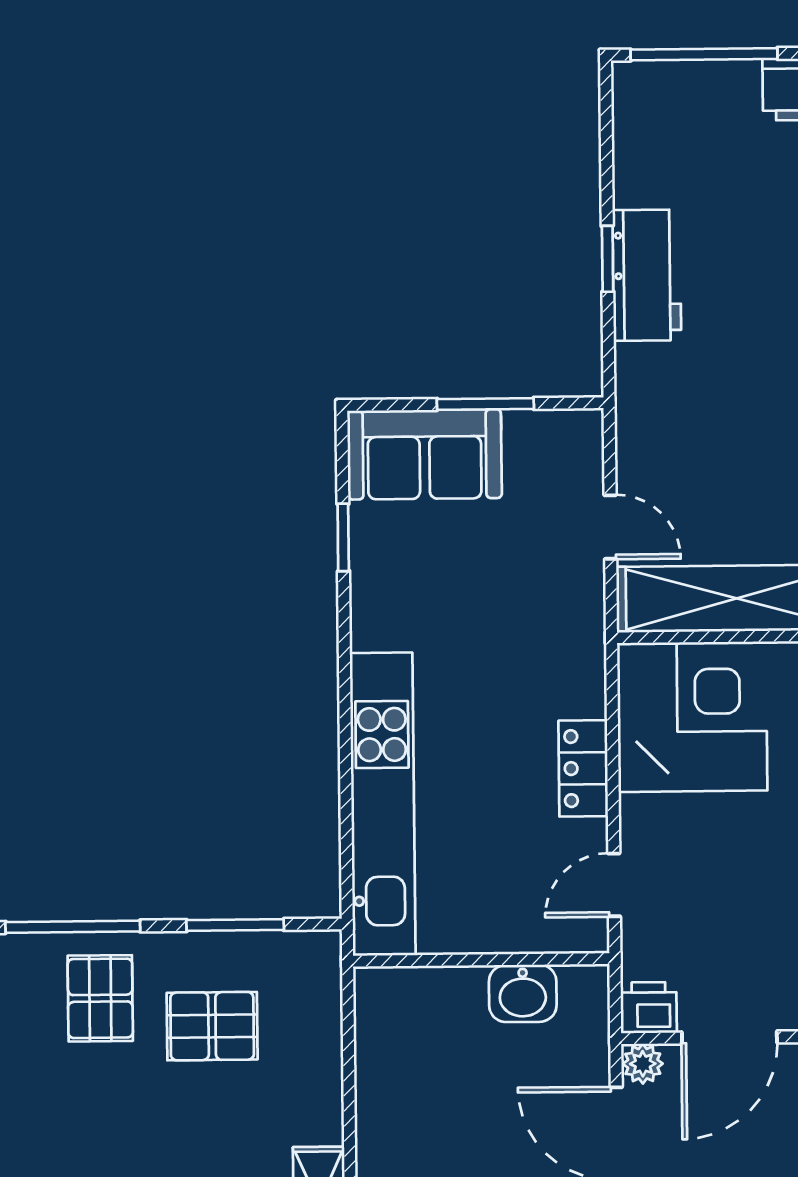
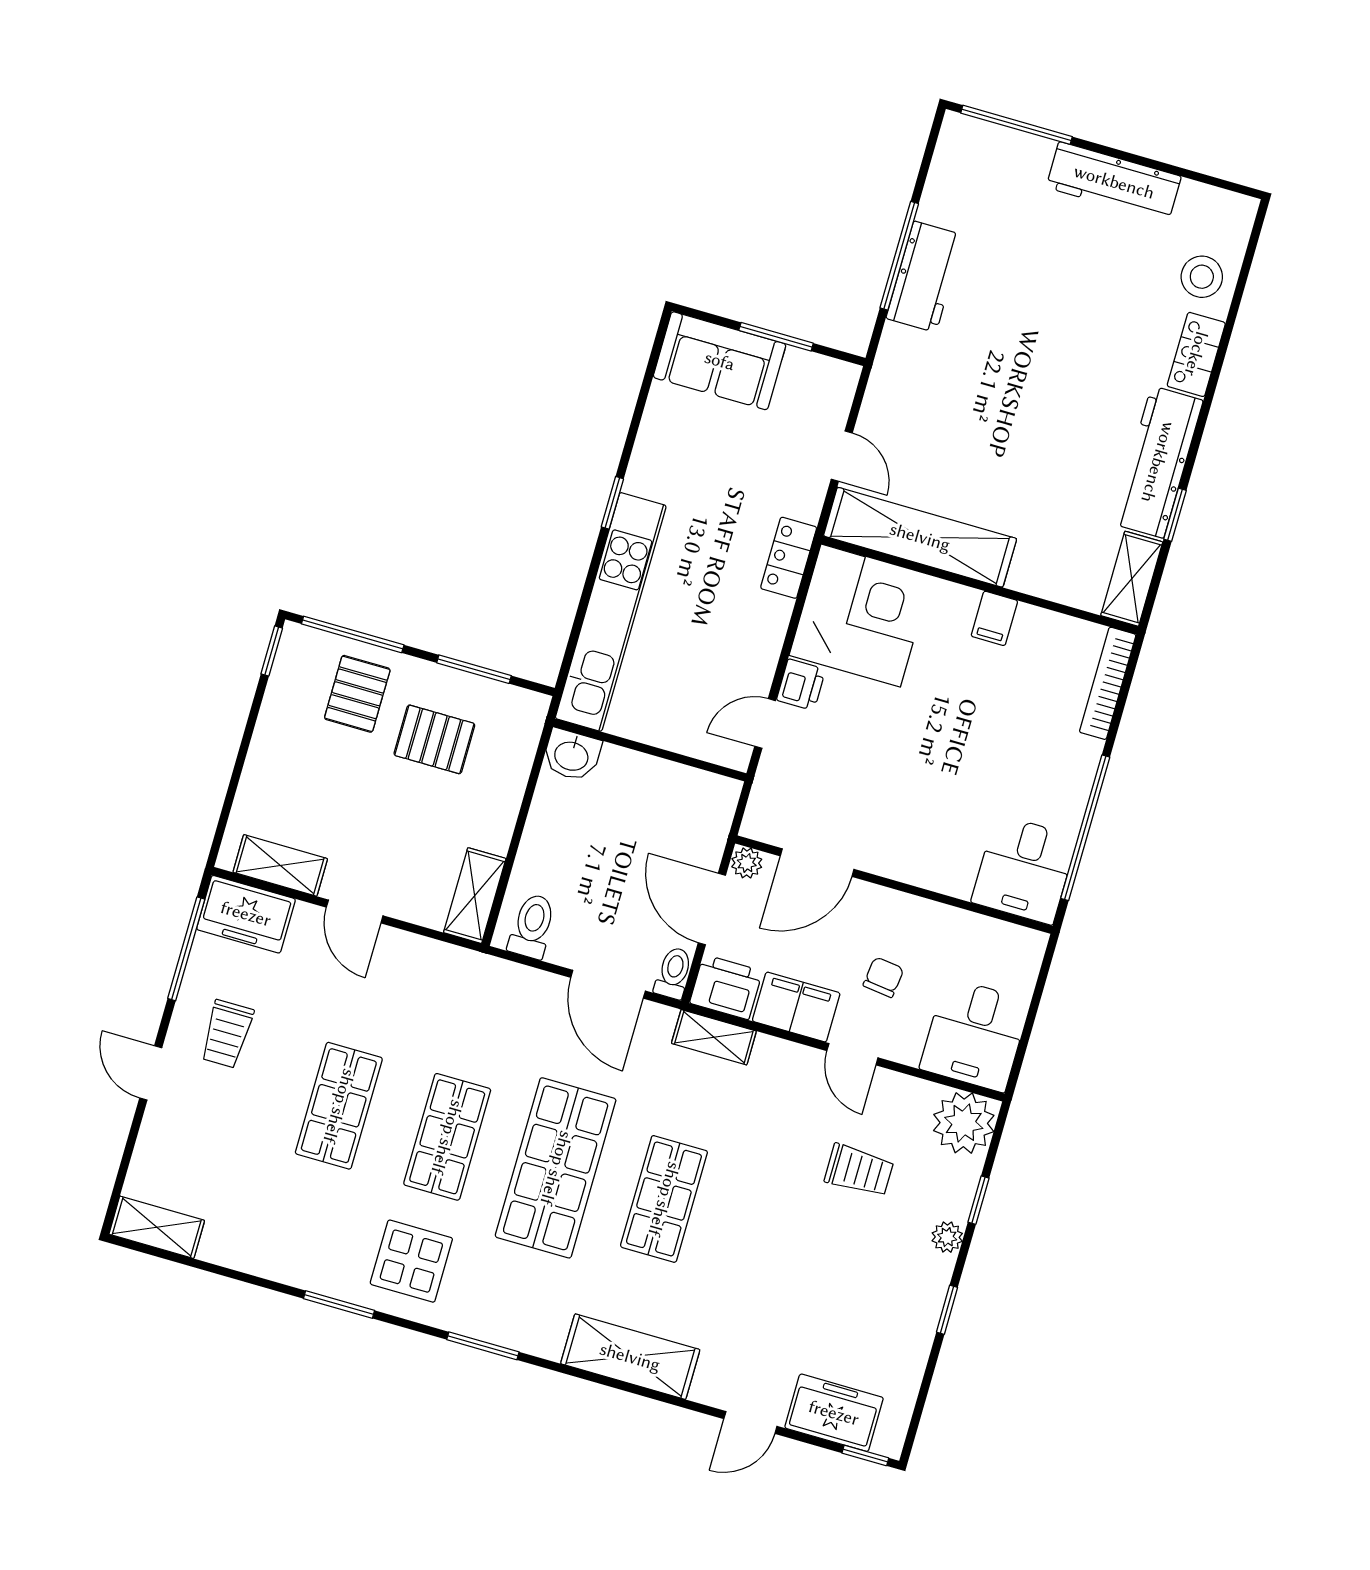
window: (608, 259) -> (899, 256), width x2.17
window: (343, 537) -> (612, 503), moved
locker: (583, 768) -> (789, 558), moved
washbasin: (523, 993) -> (572, 755), moved
printer: (649, 1008) -> (801, 685), moved, turned 90

